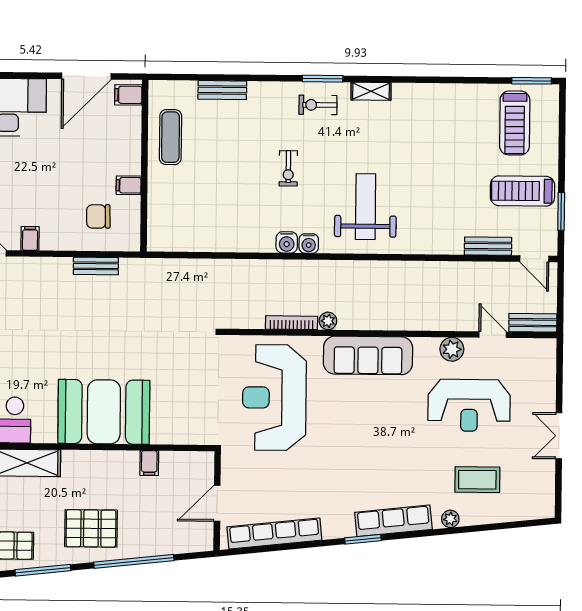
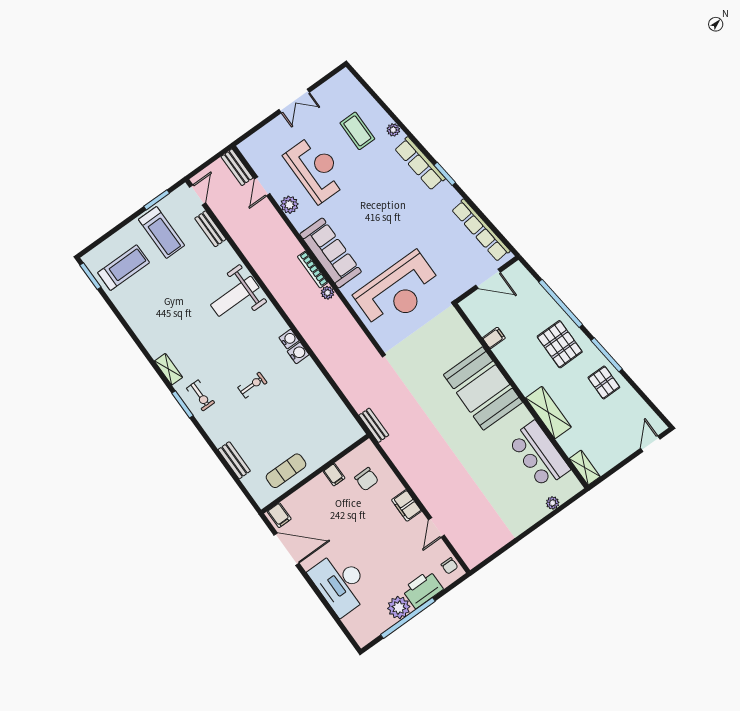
weight bench: (366, 207) -> (235, 296), moved
filing cabinet: (30, 238) -> (407, 505), width x2.00
bench: (96, 266) -> (374, 425), moved
bookcase: (291, 323) -> (313, 269), moved

